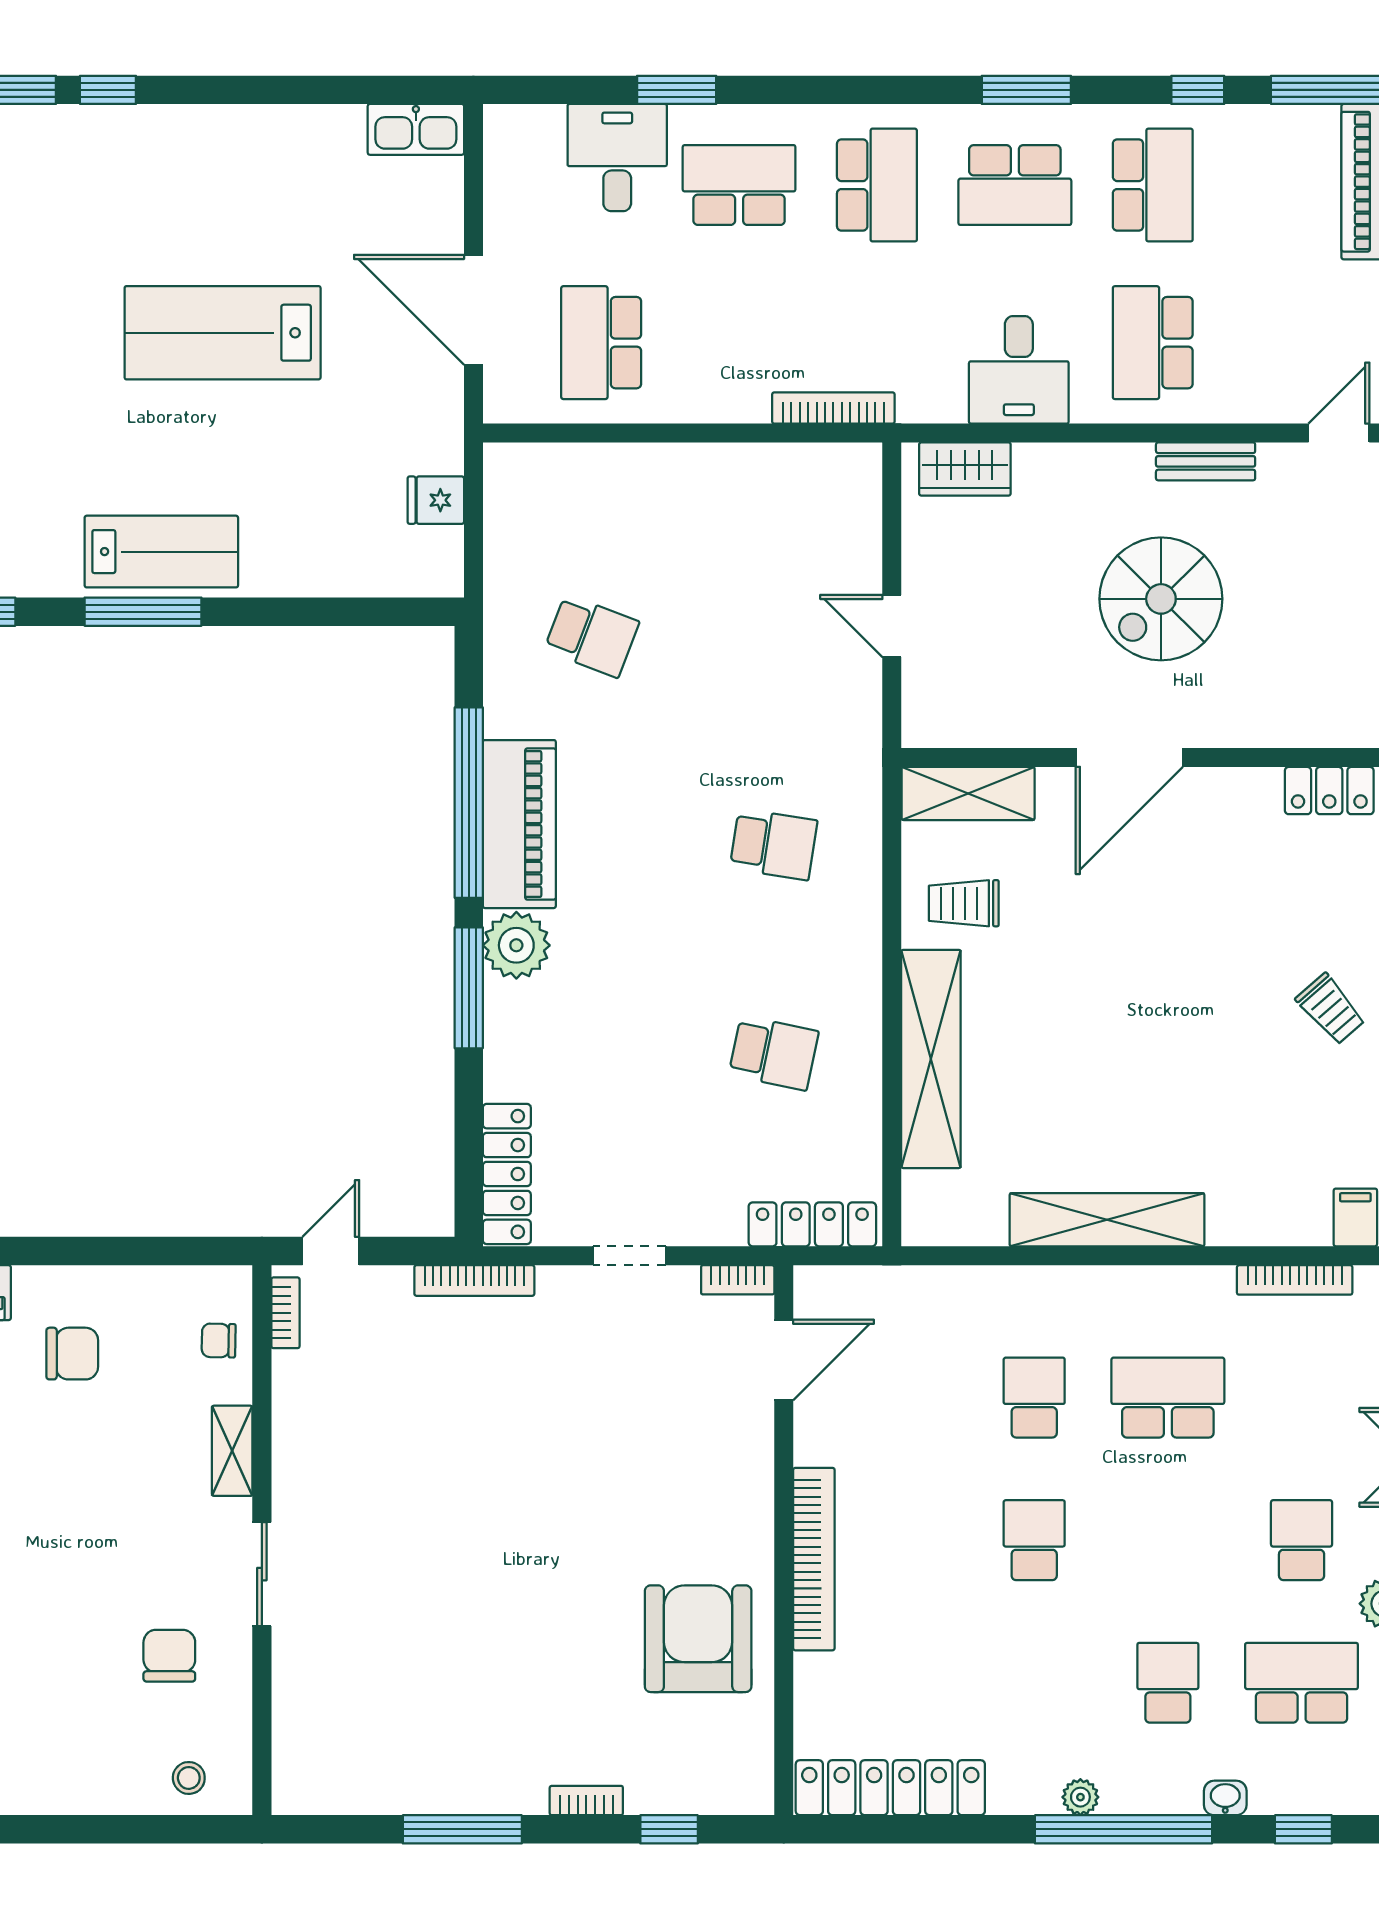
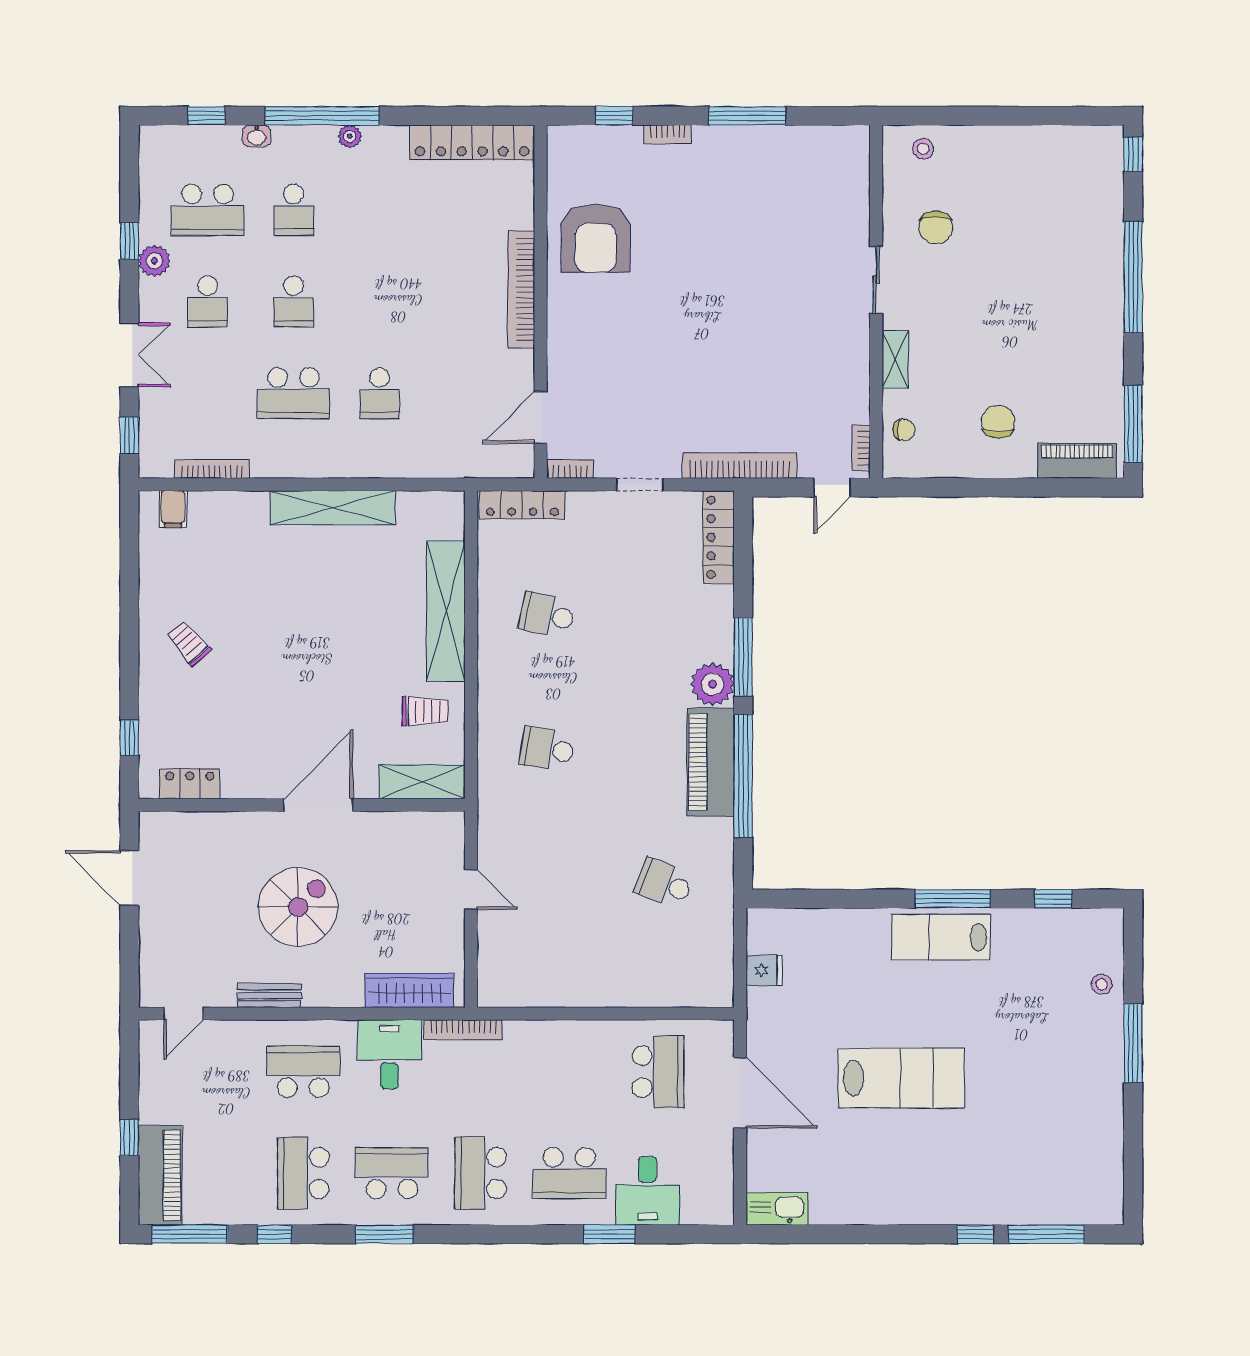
school desk: (1153, 343) -> (303, 1072), turned -90
bookcase: (833, 408) -> (463, 1030), moved
wardrobe: (965, 469) -> (409, 990), width x1.50
bookcase: (474, 1280) -> (740, 466), width x1.48, depth x1.31
chair: (72, 1354) -> (998, 422), turned 90
school desk: (1034, 1540) -> (294, 302), moved

